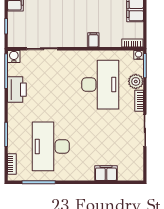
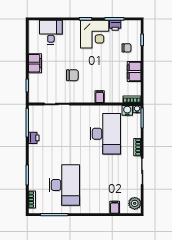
chair: (61, 14) -> (72, 75), added
water cooler: (14, 56) -> (127, 110), moved
plant: (136, 81) -> (135, 203), moved
printer: (17, 90) -> (34, 138), width x0.53, depth x0.68
desk: (51, 146) -> (64, 185), turned 180
filing cabinet: (106, 173) -> (115, 207), width x0.50

